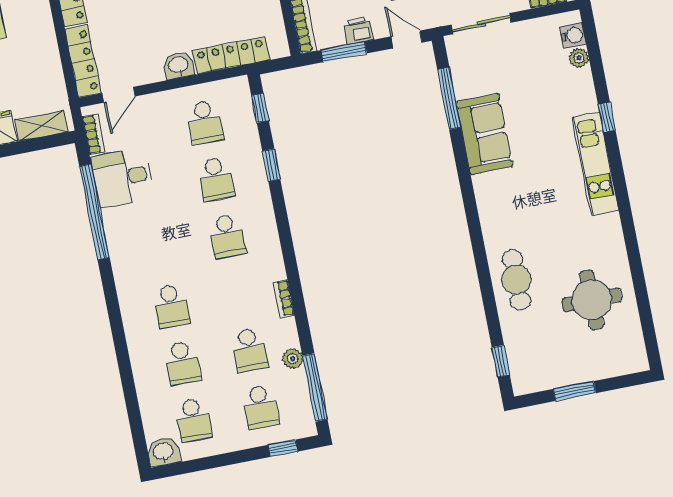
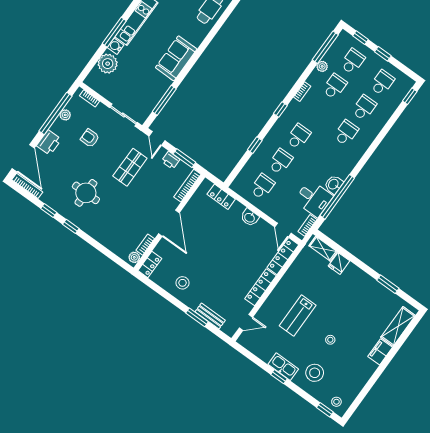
water cooler: (573, 35) -> (115, 46), moved
locker: (231, 55) -> (221, 197), width x0.66
plant: (579, 58) -> (108, 64), width x1.87, depth x1.87
door: (119, 95) -> (283, 230), swing flipped
window: (260, 108) -> (280, 110), moved
window: (607, 117) -> (114, 32), width x2.17
sofa: (484, 134) -> (176, 58), moved
window: (139, 441) -> (410, 96), added
washbasin: (164, 452) -> (334, 184), moved, turned 90
window: (232, 458) -> (383, 54), added

